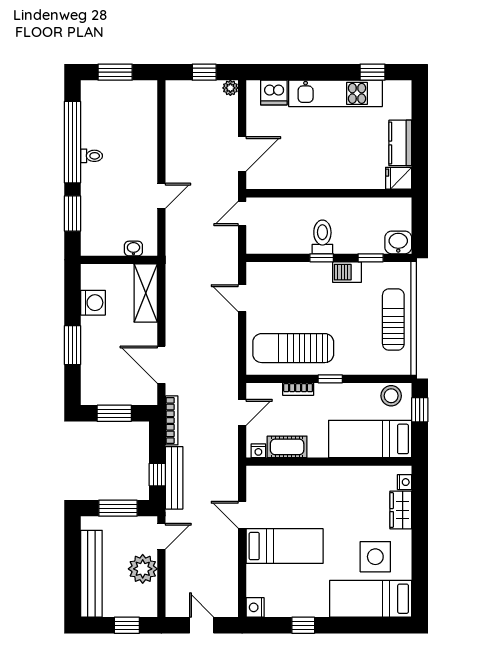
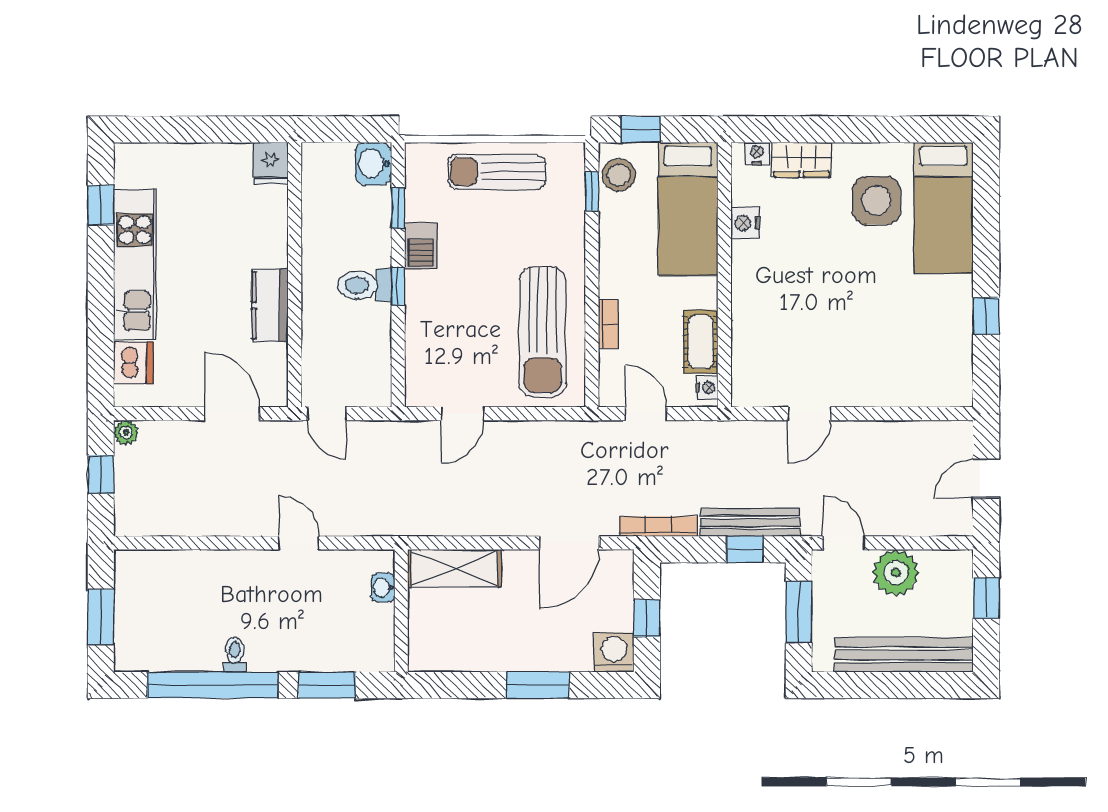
kitchen counter: (400, 143) -> (270, 305), moved, turned 90
washing machine: (93, 303) -> (614, 652), moved
window: (330, 379) -> (592, 191), moved
window: (114, 413) -> (647, 618), width x0.67
bed: (285, 546) -> (859, 346), removed
nightstand: (255, 607) -> (745, 223), moved, turned 90

